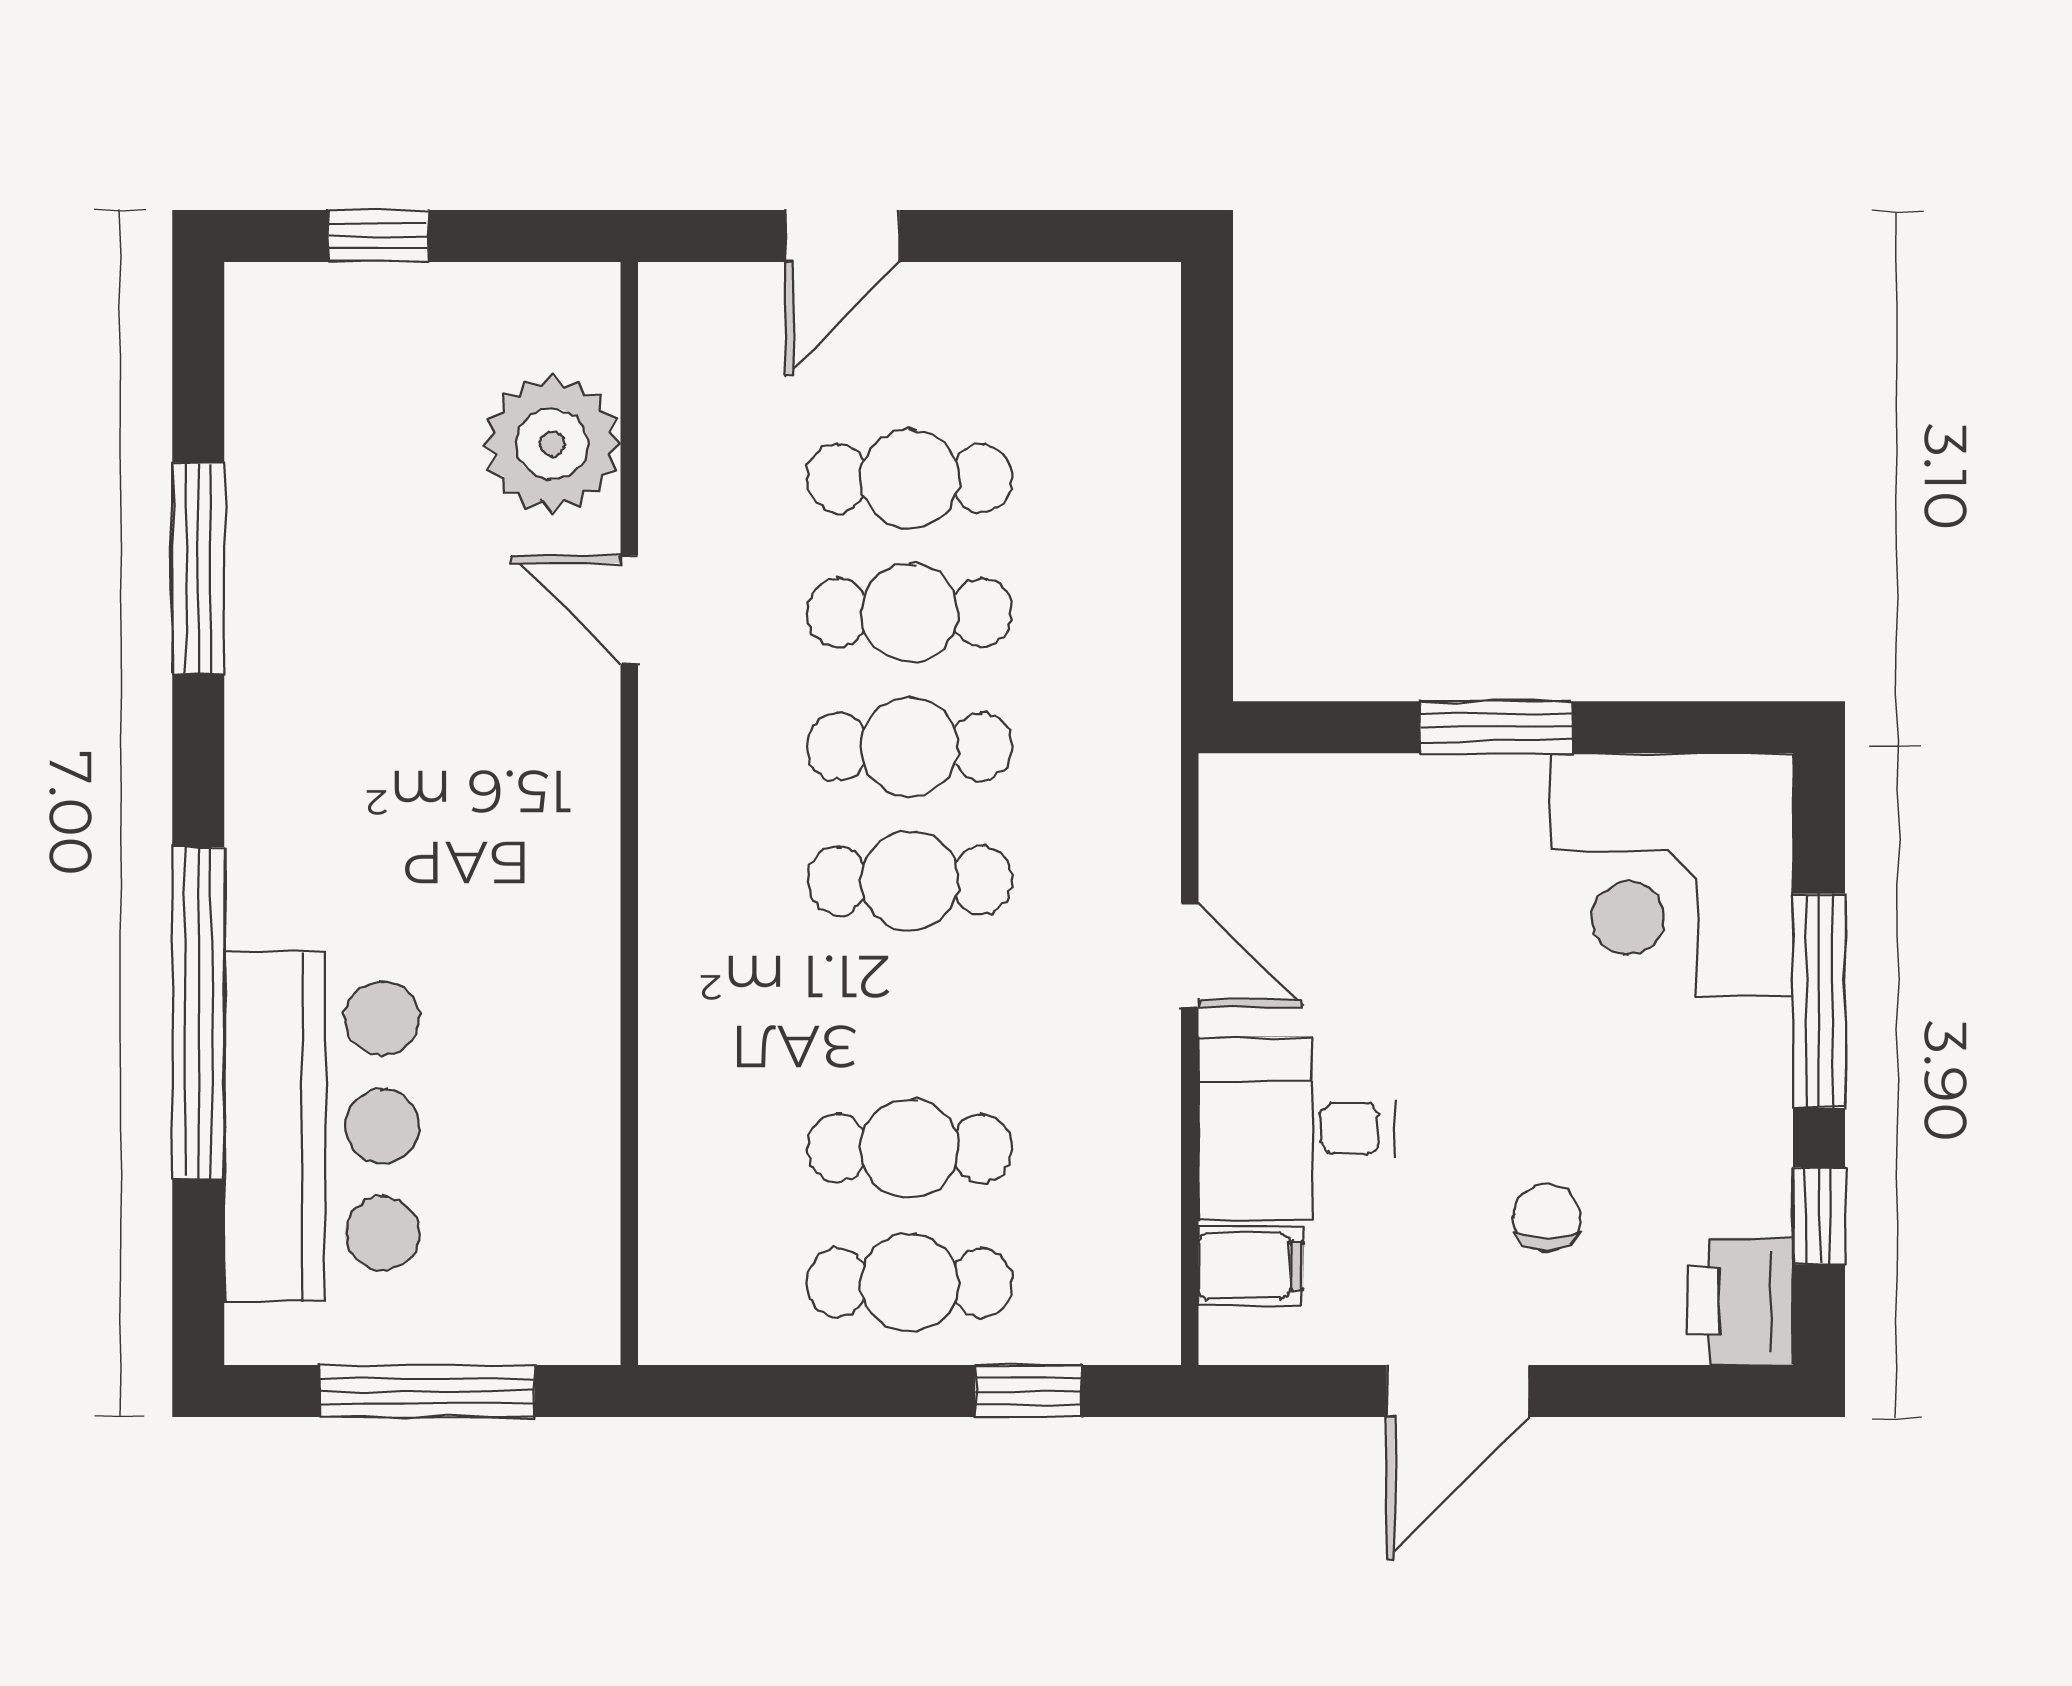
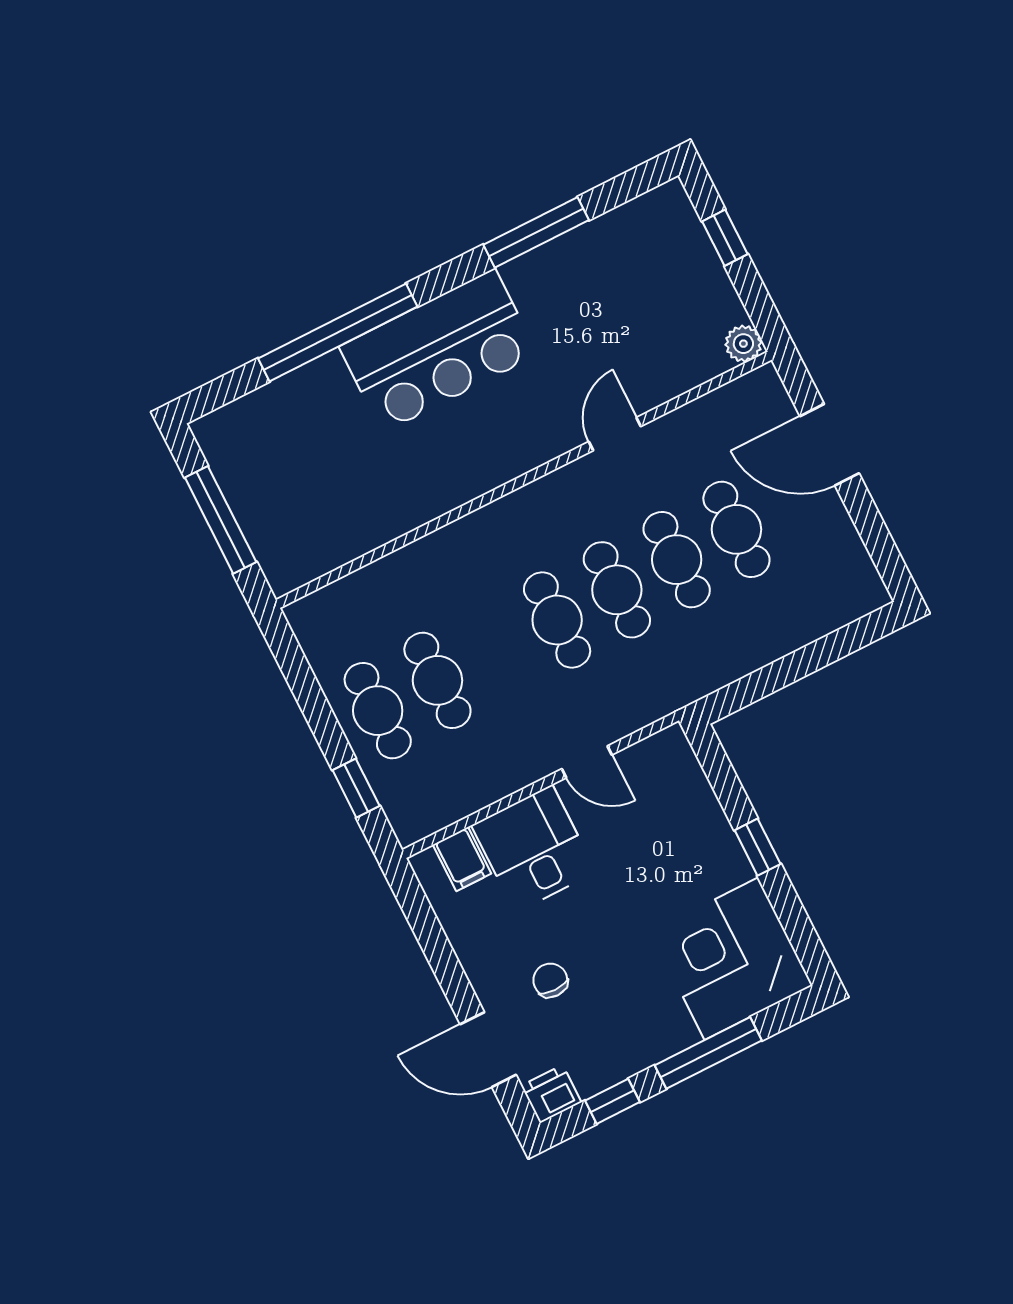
door: (842, 236) -> (829, 445), width x1.38
plant: (552, 444) -> (743, 344), moved, width x0.53, depth x0.53
window: (1496, 727) -> (758, 847), width x0.67
door: (1190, 955) -> (587, 762), hinge flipped
bar counter: (322, 1126) -> (439, 351), moved
chair: (1547, 1218) -> (550, 980), turned -90
printer: (1741, 1302) -> (551, 1094), width x0.73, depth x0.81
door: (1458, 1391) -> (488, 1050), moved

